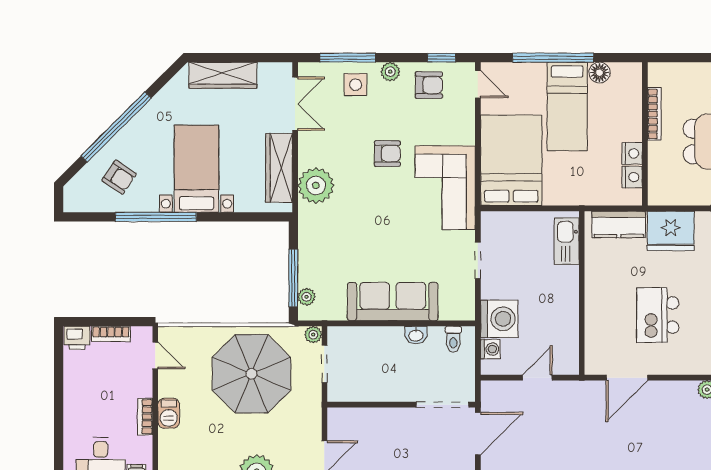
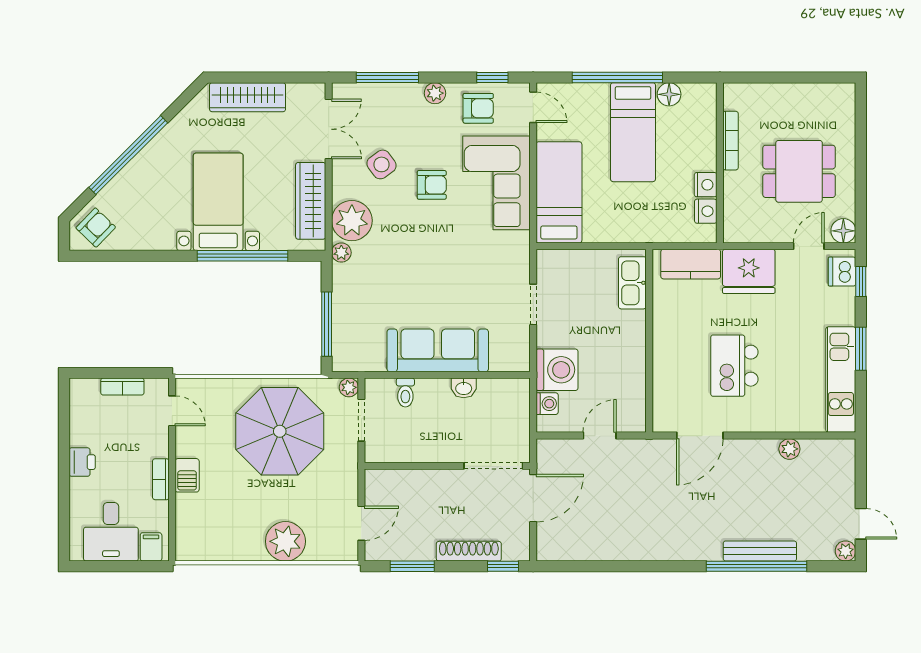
side table: (356, 85) -> (381, 164), moved, turned -36
bed: (511, 160) -> (559, 192), width x0.67
armchair: (119, 177) -> (96, 228), moved, turned -80
corner sofa: (445, 188) -> (496, 183), moved
window: (156, 217) -> (242, 256), moved
plant: (307, 297) -> (341, 253), moved
printer: (77, 338) -> (82, 462), moved, turned -90
toilet: (453, 339) -> (405, 393), moved

